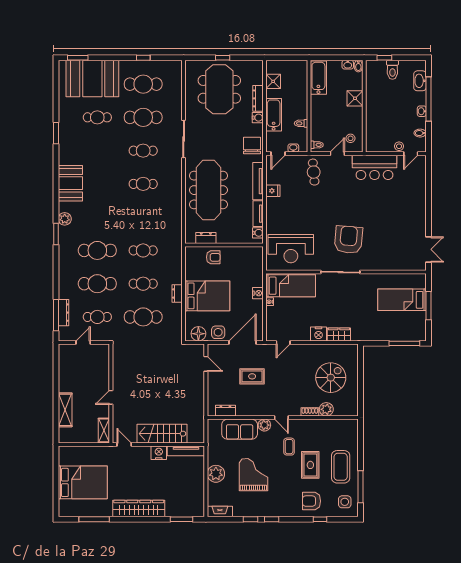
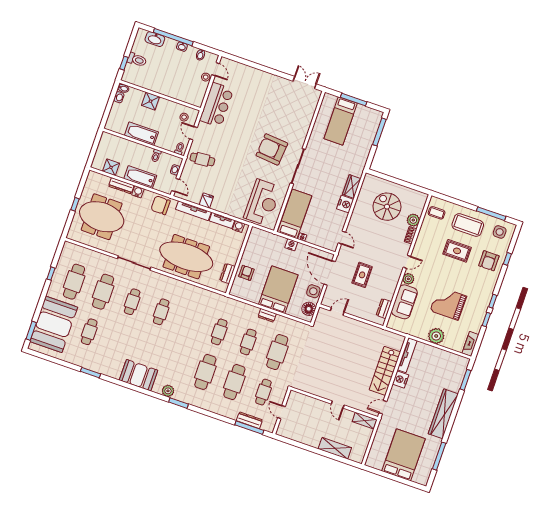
bathtub: (318, 78) -> (141, 134), moved
coffee table: (289, 447) -> (437, 213), moved

